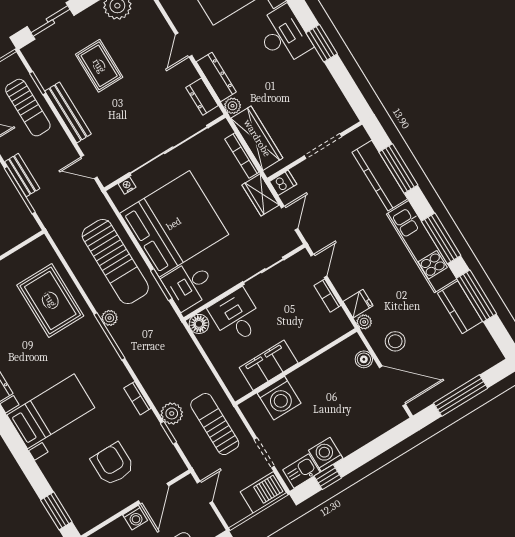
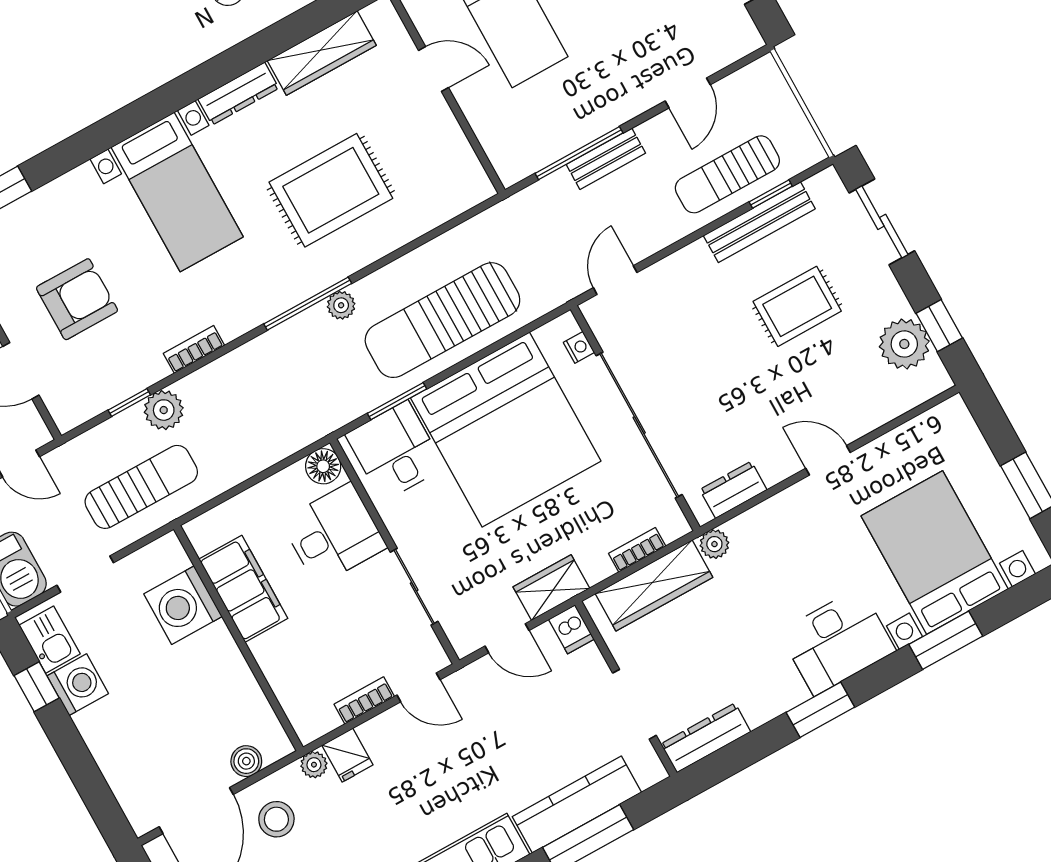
dresser: (216, 77) -> (706, 738), moved, turned 180
bench: (68, 112) -> (759, 222), moved
bookcase: (242, 156) -> (637, 550), width x0.64
rug: (50, 300) -> (331, 190), moved

